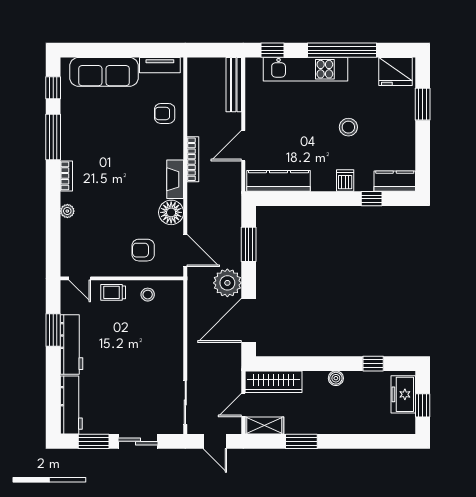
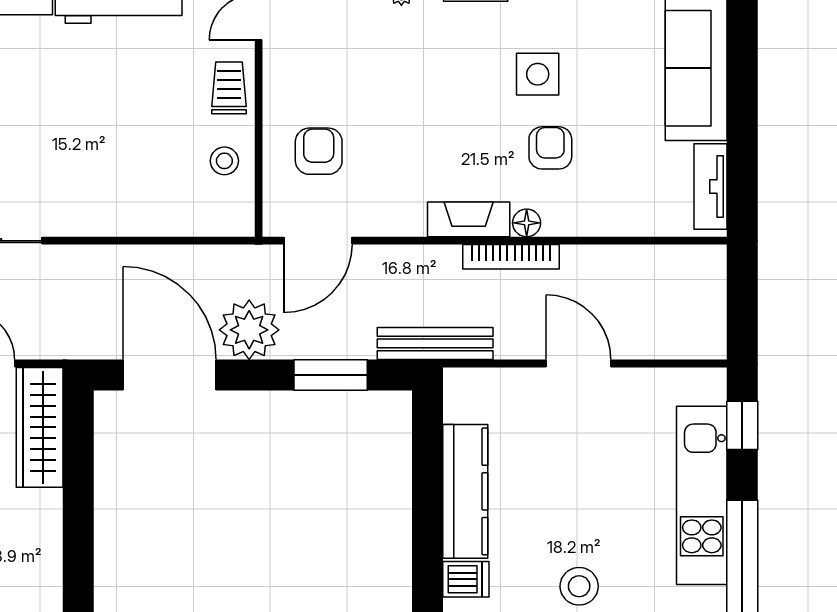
bench: (234, 85) -> (435, 343), moved
armchair: (165, 113) -> (550, 148), moved
door: (243, 146) -> (579, 363), moved
side table: (107, 147) -> (538, 74), added
kitchen counter: (278, 181) -> (465, 491), moved
floor lamp: (171, 212) -> (527, 223), moved, width x0.53, depth x0.53
boiler: (336, 378) -> (47, 560), removed

